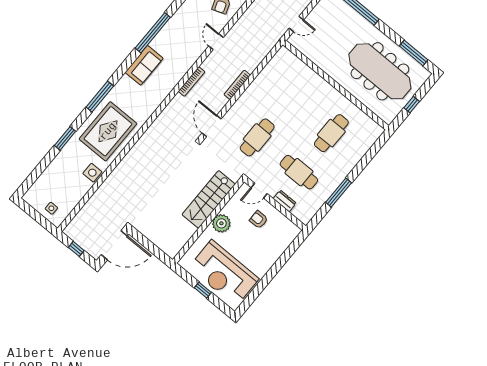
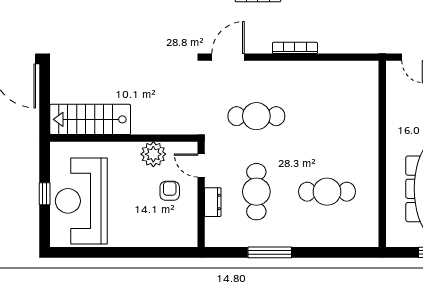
stairs: (209, 199) -> (90, 119), moved
plant: (221, 223) -> (153, 154), moved

